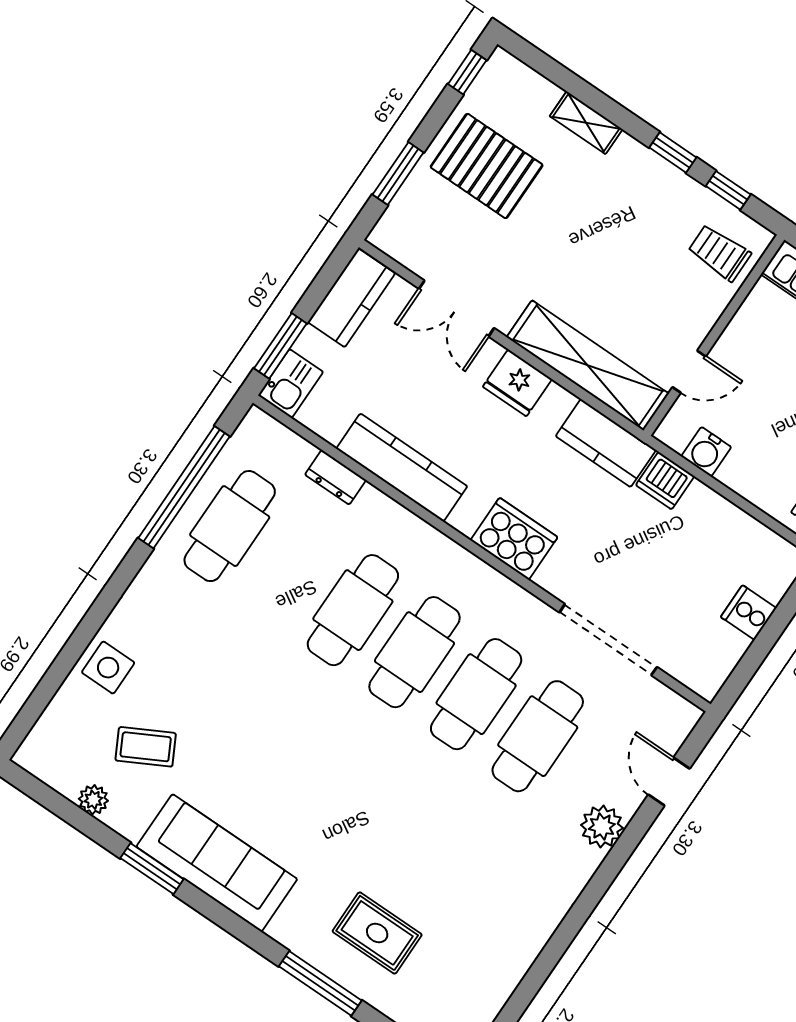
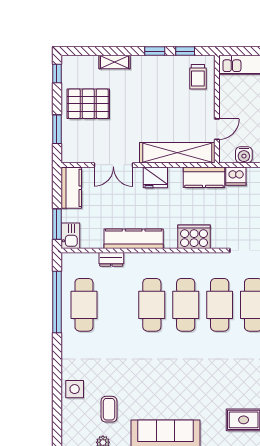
trolley: (719, 253) -> (198, 77), turned -90
coffee table: (146, 747) -> (109, 409), turned -62

